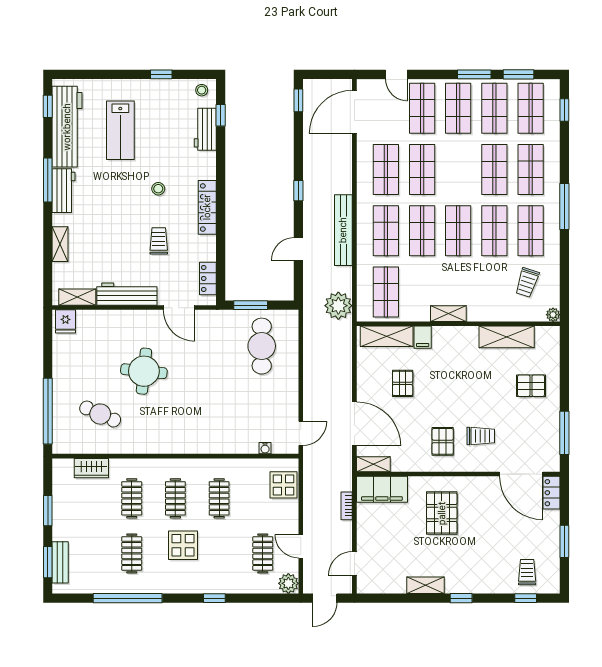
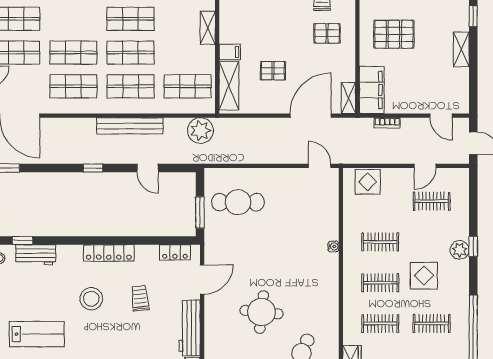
stool: (158, 189) -> (91, 299), width x1.89, depth x1.89
trolley: (159, 241) -> (140, 298), turned 84
water cooler: (265, 448) -> (333, 246), moved
plant: (288, 583) -> (460, 250), moved

